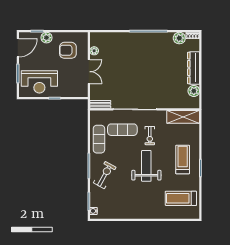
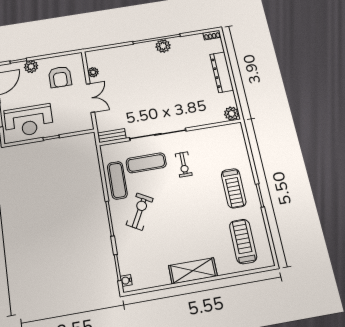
plant: (179, 38) -> (163, 46), moved
armchair: (68, 50) -> (60, 77), turned -90
plant: (194, 91) -> (232, 114), moved
shelving: (183, 117) -> (193, 271), moved
treadmill: (183, 159) -> (234, 188), turned 180
weight bench: (146, 166) -> (187, 205), removed
exercise bike: (105, 175) -> (140, 212), moved
treadmill: (181, 198) -> (243, 241), turned 90

